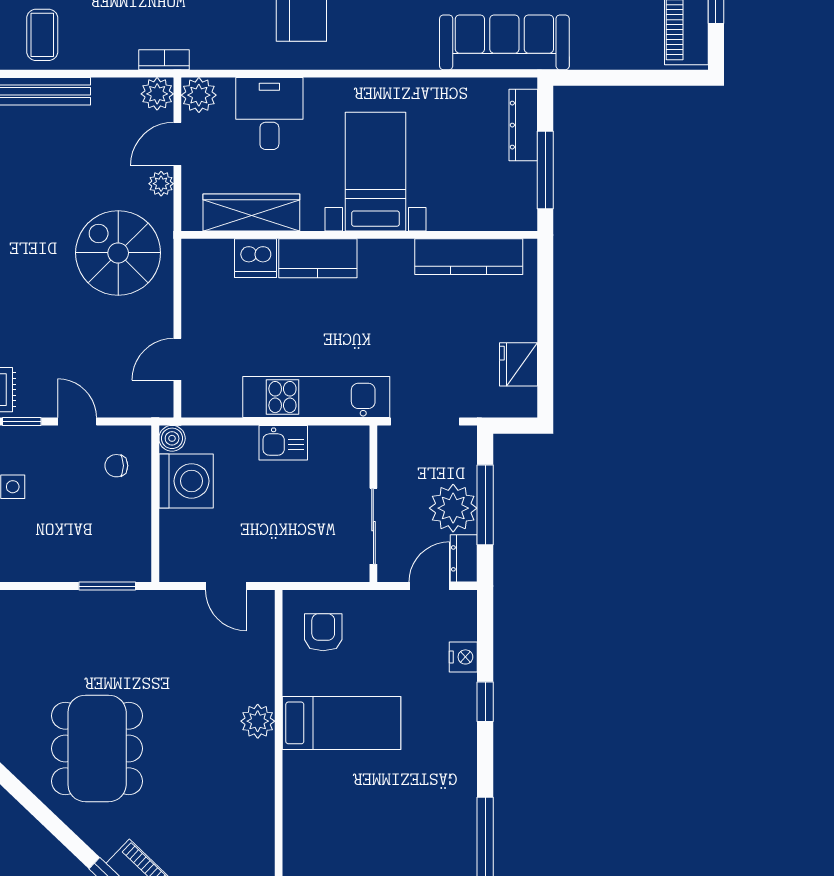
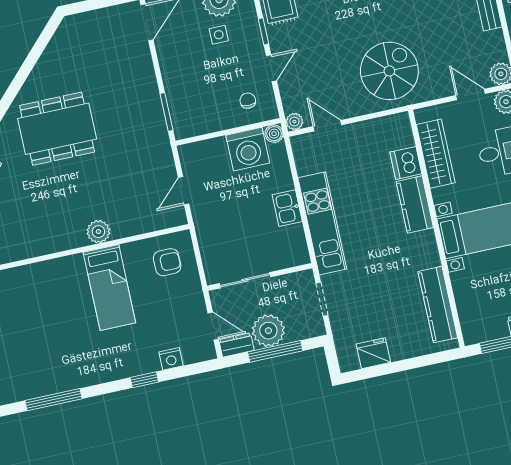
plant: (161, 184) -> (294, 122), moved
doorway: (425, 422) -> (322, 299), width x0.73

